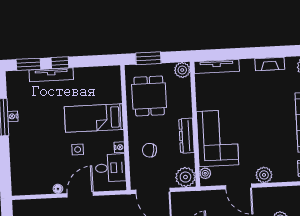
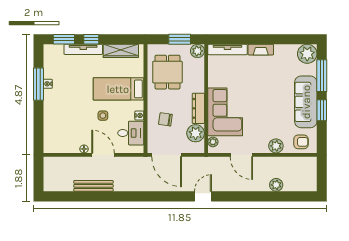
window: (148, 58) -> (180, 39), moved
fireplace: (270, 64) -> (261, 50), moved
wardrobe: (94, 74) -> (121, 51), added
plant: (264, 175) -> (276, 146), moved
plant: (185, 177) -> (196, 133), moved
door: (80, 195) -> (103, 155), hinge flipped

